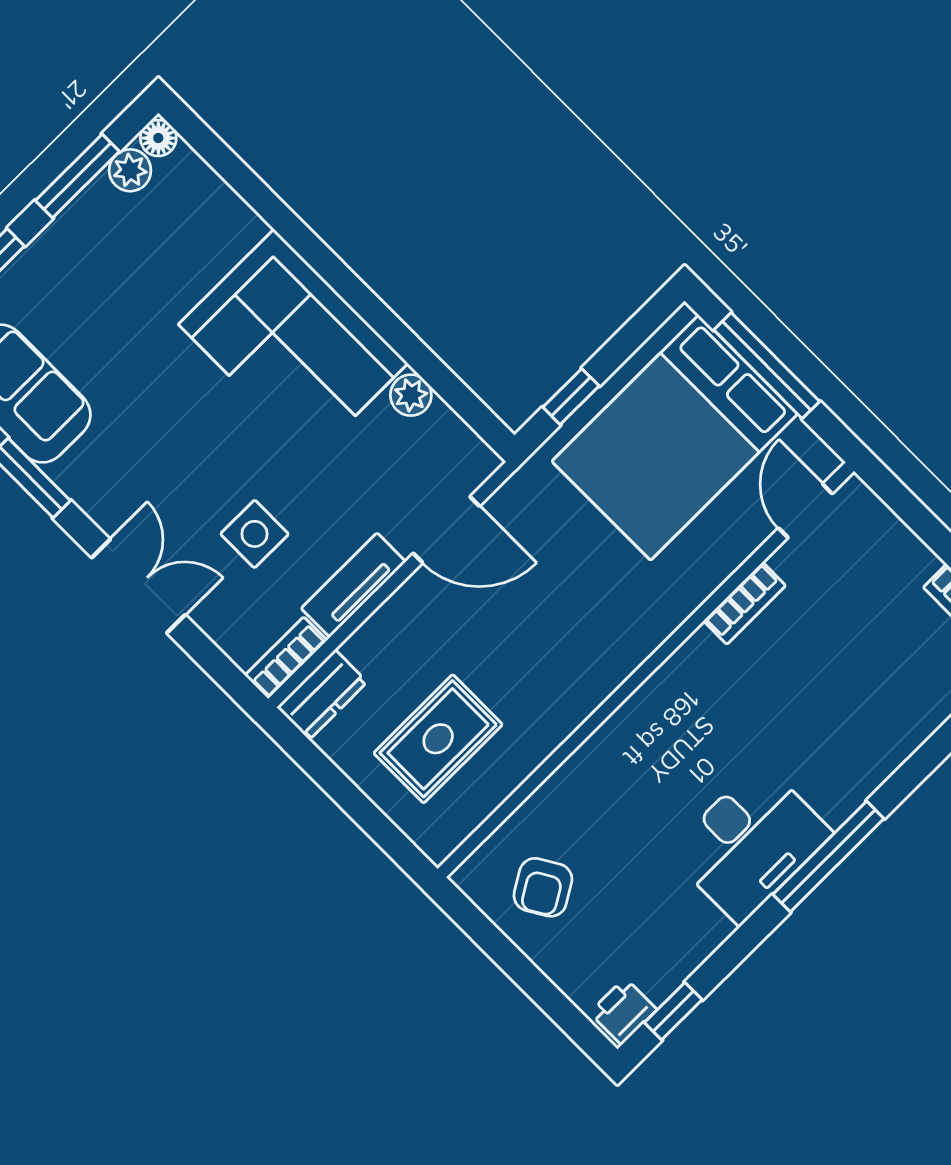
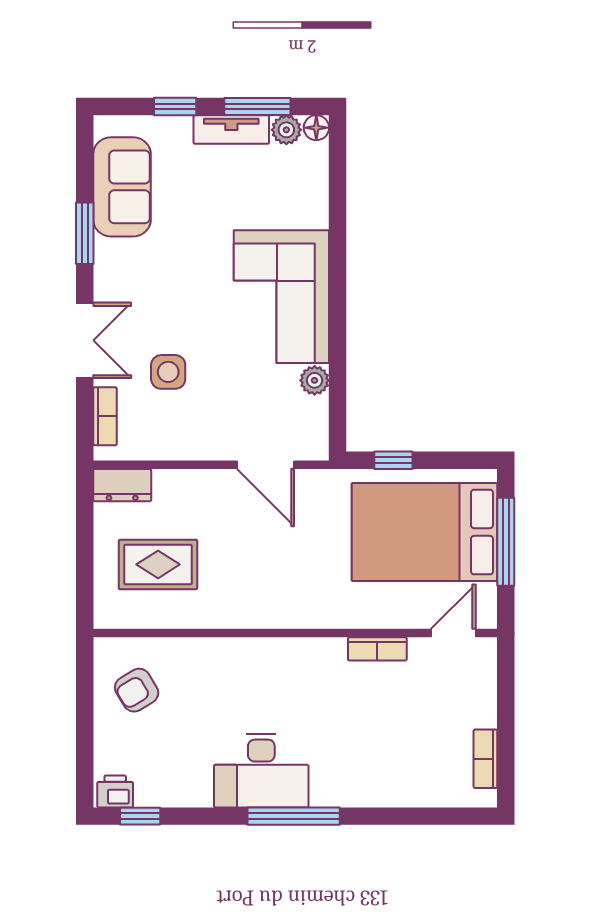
tv unit: (353, 585) -> (231, 130), moved, turned 180
bookcase: (286, 658) -> (105, 416), moved, turned 90

